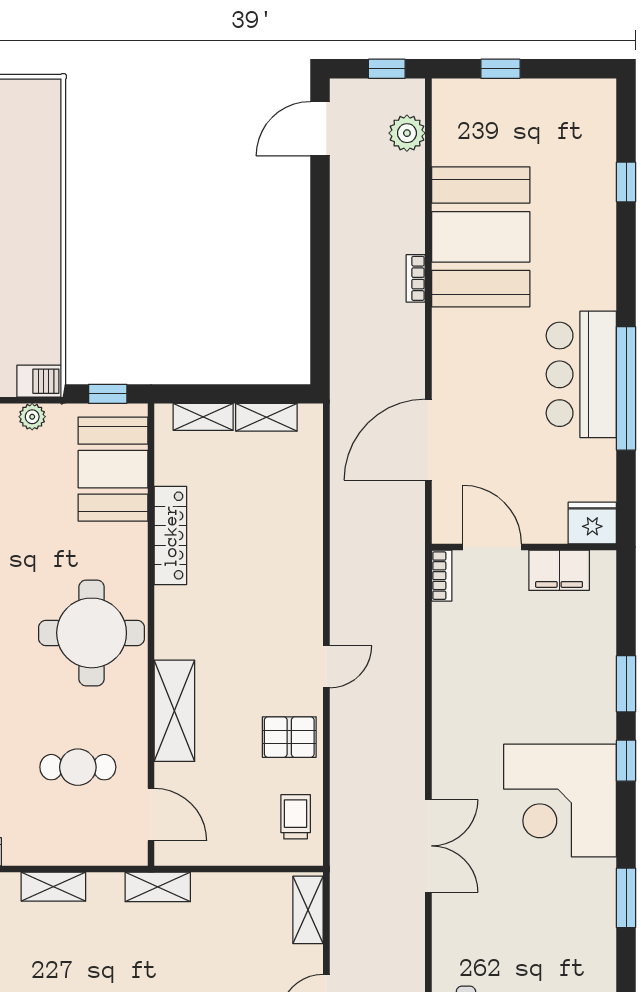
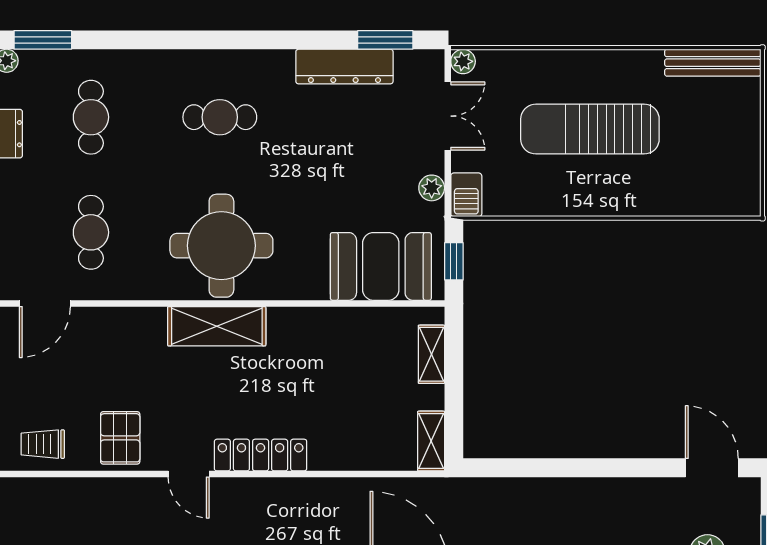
shelving: (266, 417) -> (431, 441), moved
locker: (170, 536) -> (261, 455), moved, turned 180
shelving: (174, 711) -> (217, 326), moved
trolley: (296, 817) -> (43, 444), turned 180

